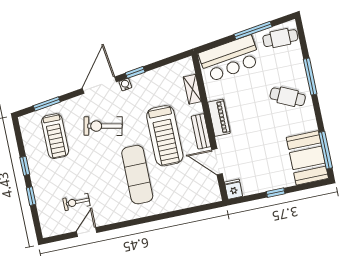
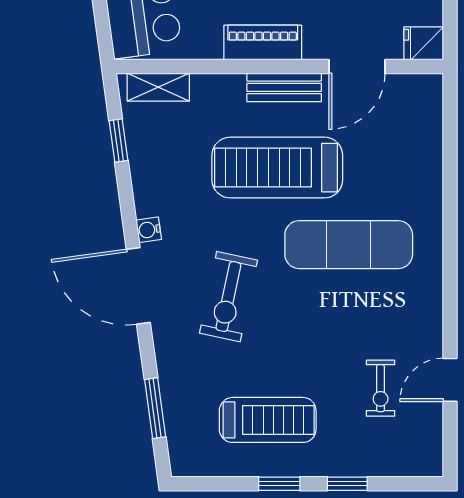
window: (135, 72) -> (118, 141), moved
shelving: (192, 89) -> (158, 87), moved
treadmill: (55, 136) -> (268, 420), moved
treadmill: (165, 136) -> (277, 168), turned 180
door: (87, 232) -> (450, 380), hinge flipped

